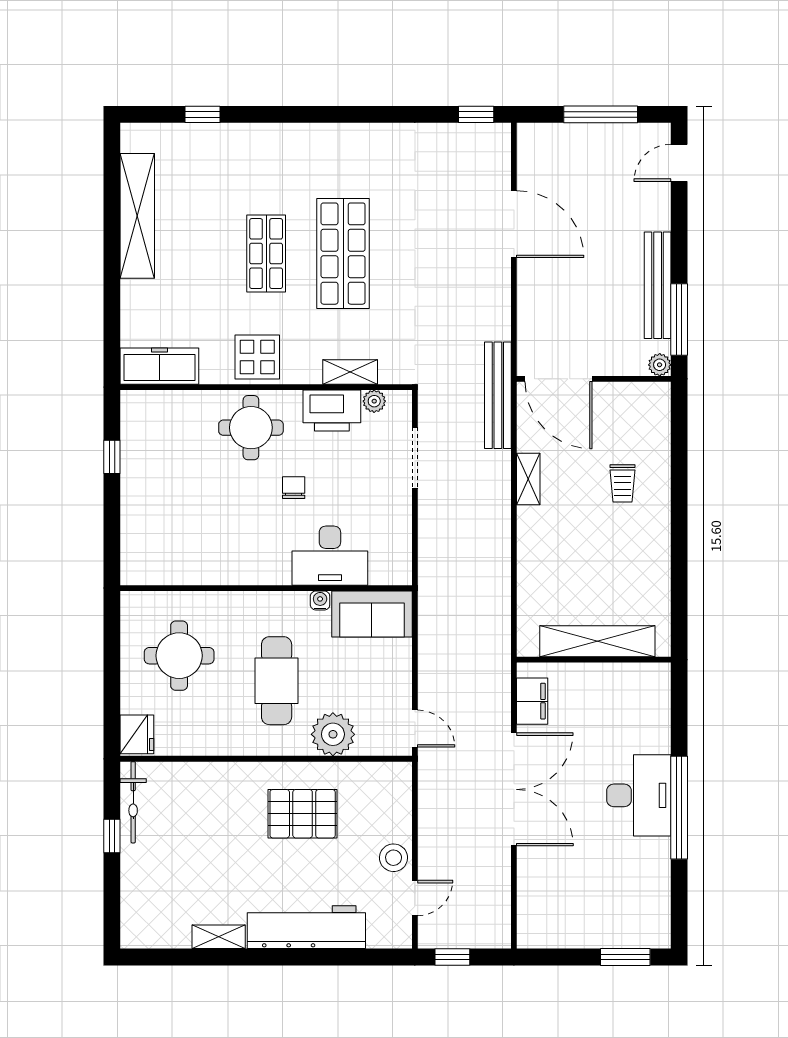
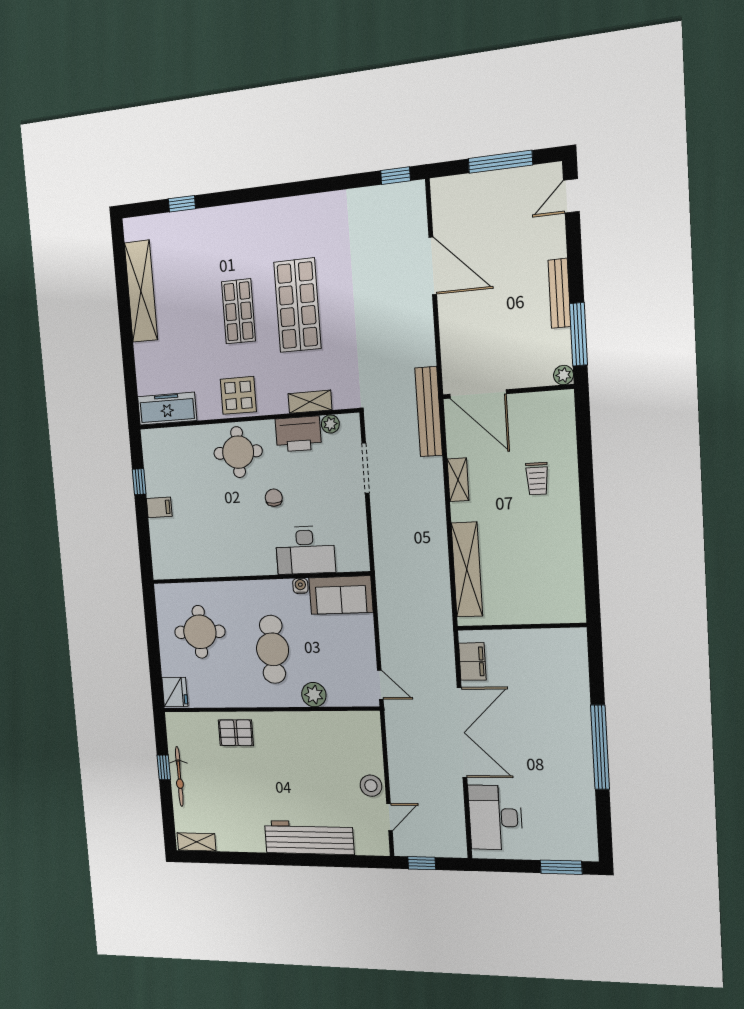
bench: (658, 285) -> (559, 293), width x0.73, depth x0.82
filing cabinet: (137, 492) -> (159, 507), added
shelving: (597, 641) -> (467, 569), moved, turned 90
plant: (333, 734) -> (314, 695), width x0.73, depth x0.73
desk: (639, 795) -> (495, 818), moved, turned 180
bicycle: (133, 802) -> (179, 776), moved
pallet: (303, 814) -> (236, 733), moved, width x0.67, depth x0.71
shelving: (219, 937) -> (197, 842), moved

